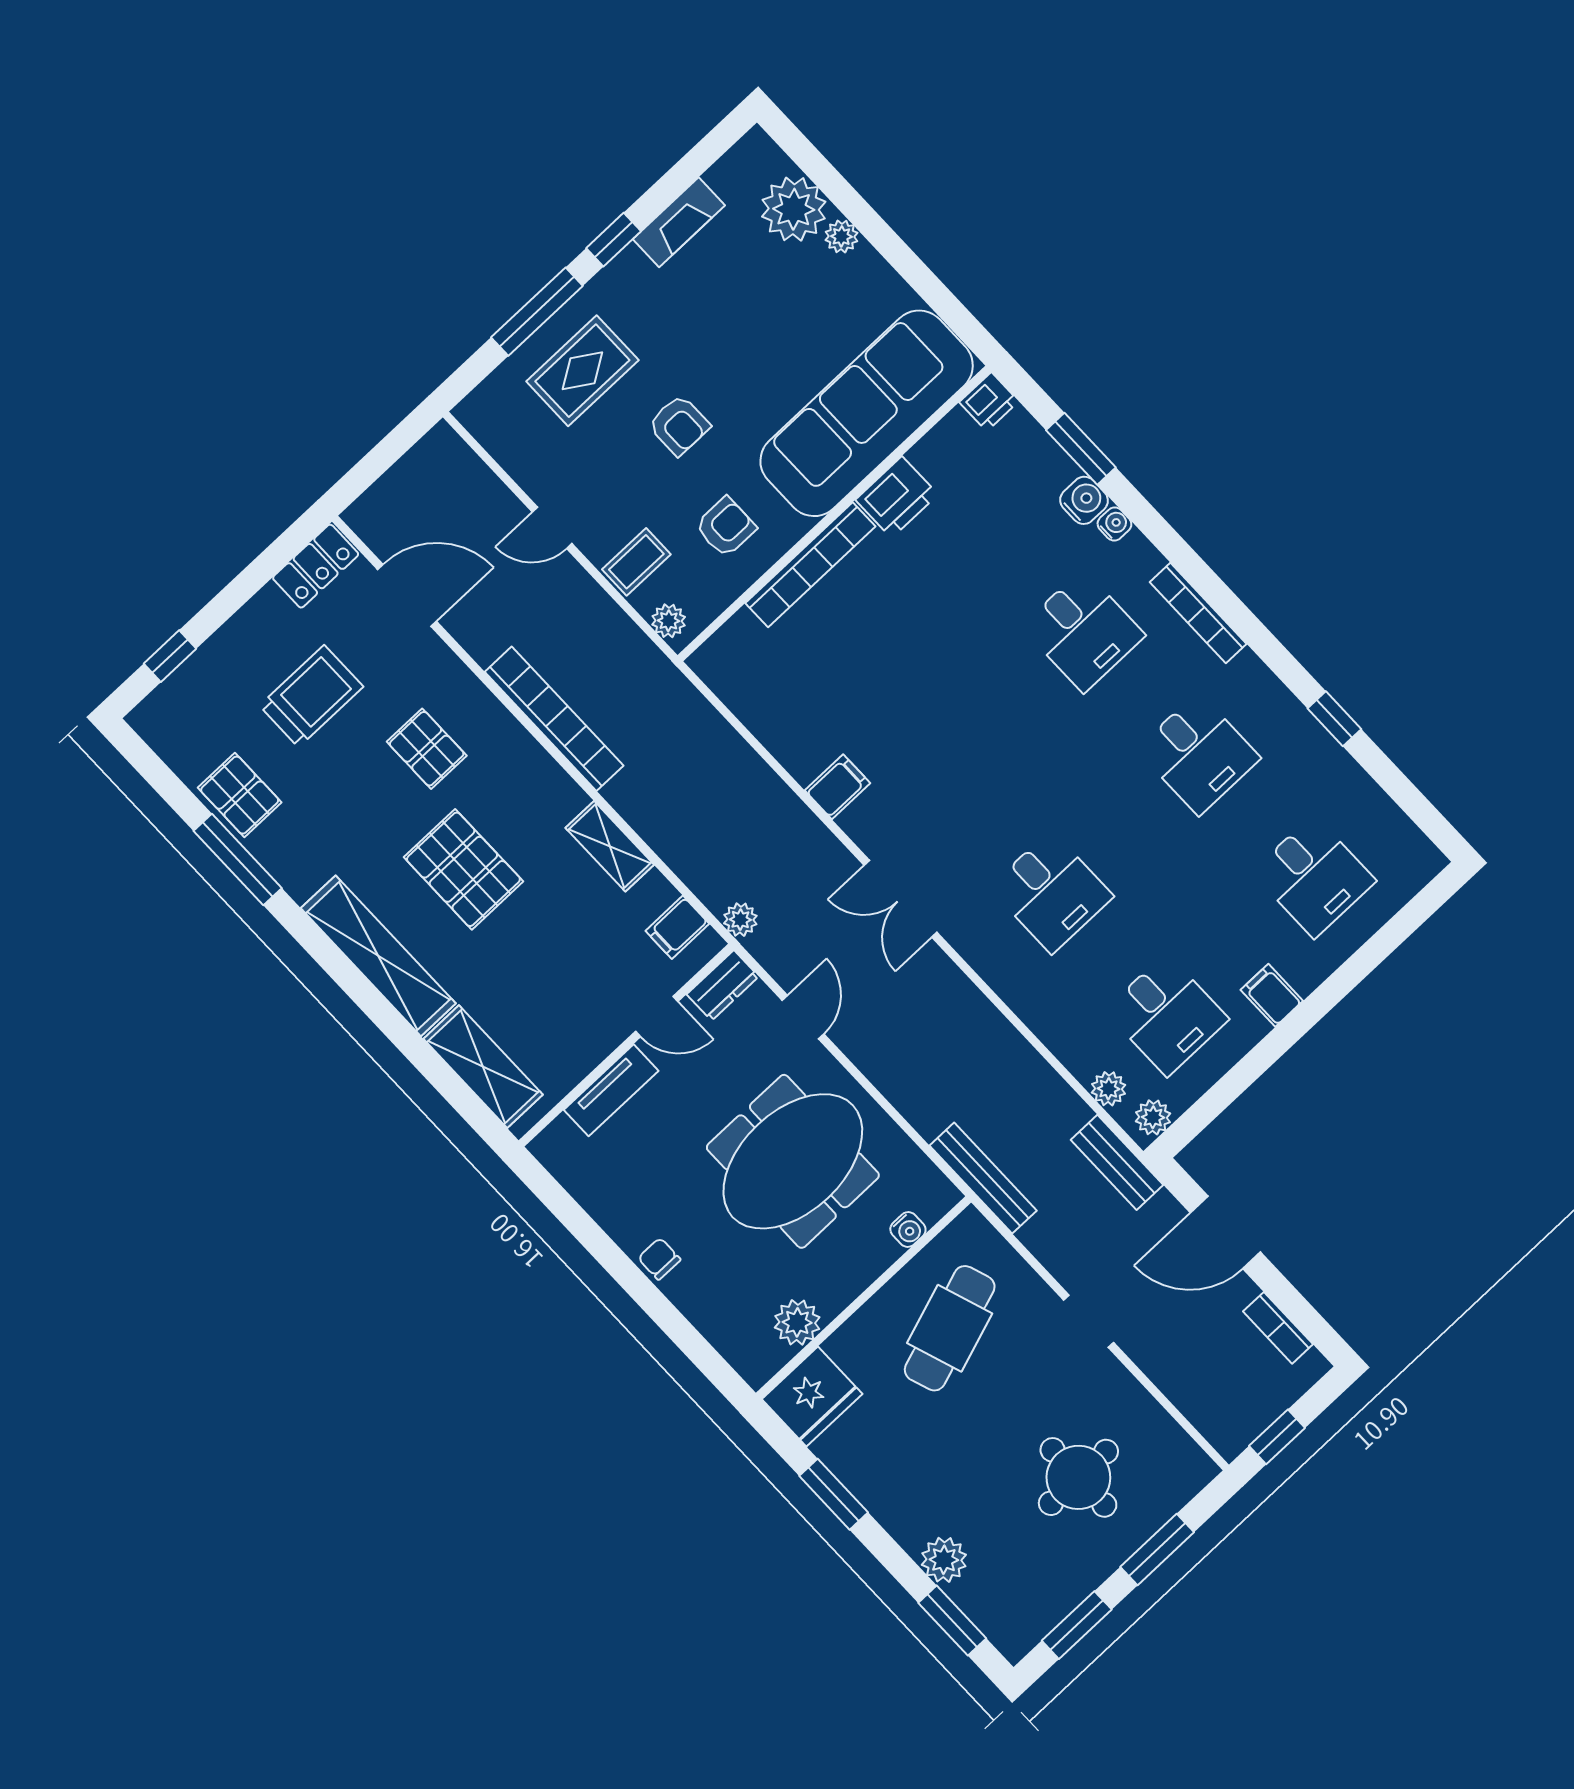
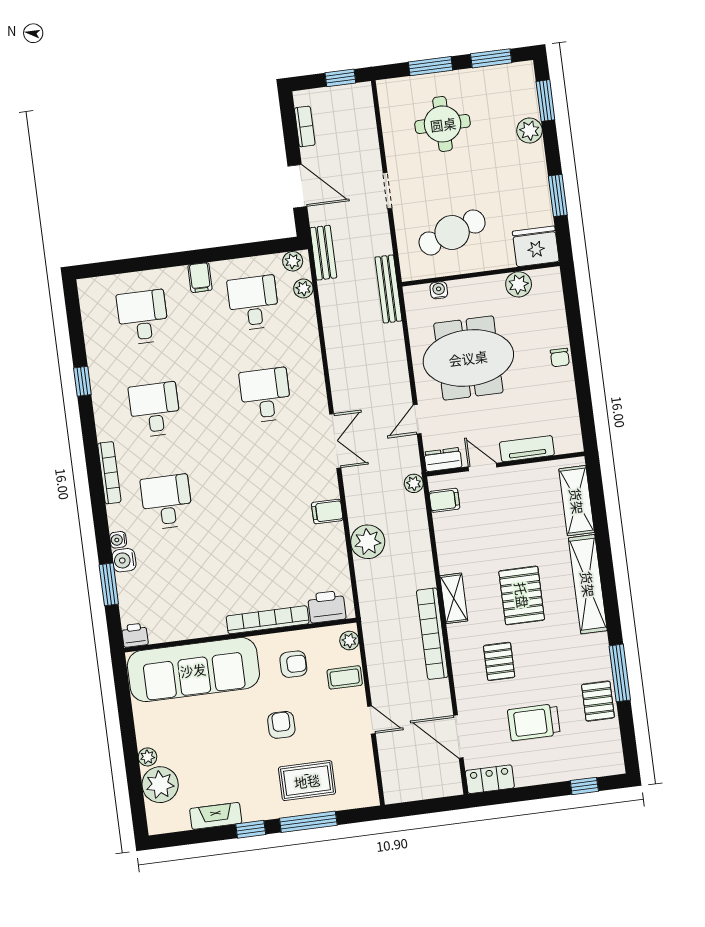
printer: (897, 497) -> (327, 607), moved
armchair: (726, 527) -> (293, 664), turned 180
plant: (746, 785) -> (368, 542), added
shelving: (610, 846) -> (454, 598), moved

